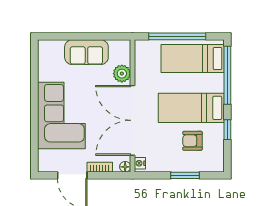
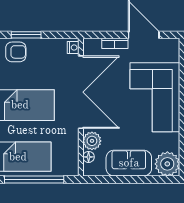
plant: (49, 51) -> (167, 164), added
armchair: (192, 141) -> (16, 52), moved
floor lamp: (125, 167) -> (89, 157), moved

